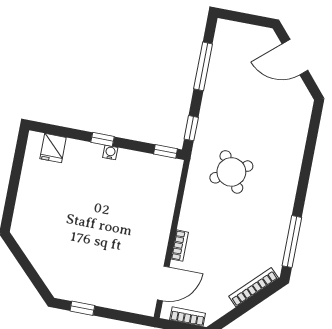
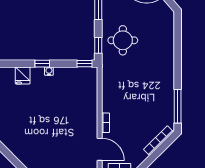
fridge: (53, 148) -> (23, 75), moved
round table: (231, 172) -> (123, 40), moved, turned 31
door: (163, 283) -> (100, 149), hinge flipped

